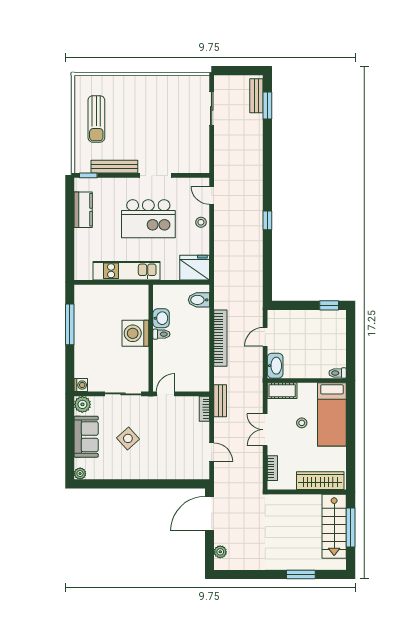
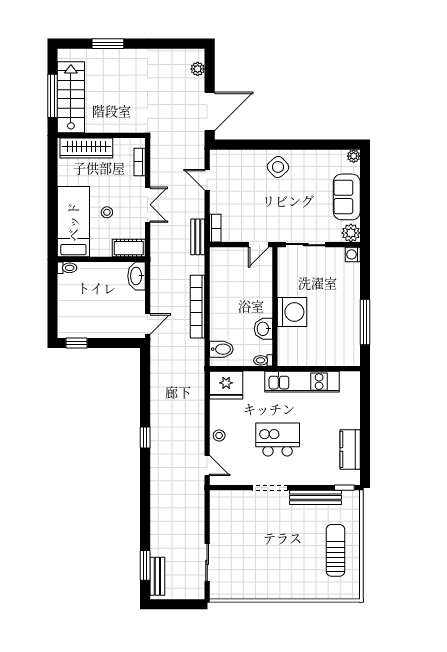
kitchen island: (148, 219) -> (278, 439), width x0.73, depth x0.78
toilet: (161, 334) -> (263, 360), moved
door: (265, 337) -> (148, 324), moved
side table: (128, 438) -> (278, 167), moved

